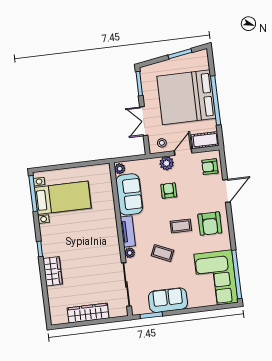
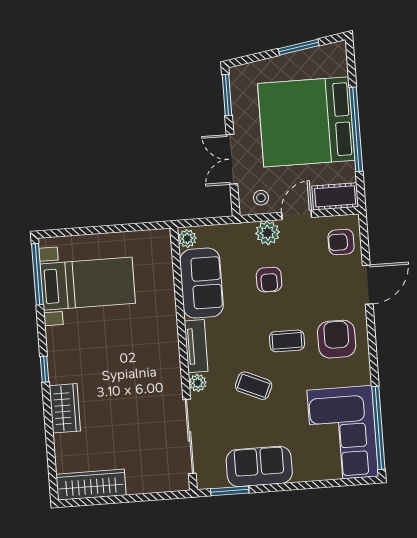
armchair: (169, 191) -> (269, 280), turned 180
armchair: (210, 224) -> (337, 339), turned 180
wardrobe: (88, 313) -> (91, 485), moved

